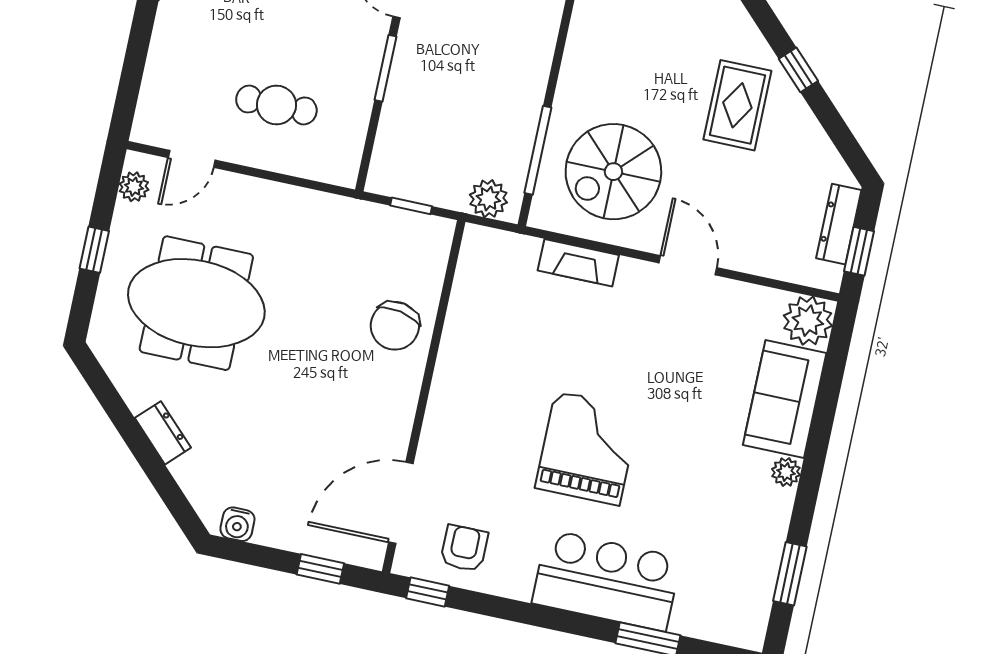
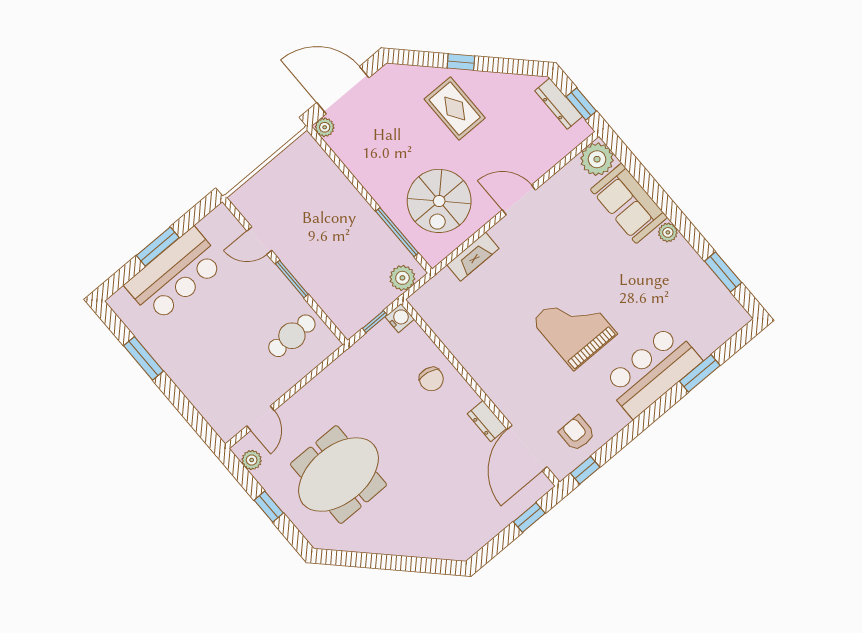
cafe table: (276, 105) -> (292, 336), moved
chair: (395, 326) -> (431, 379), width x0.73, depth x0.73
dresser: (163, 433) -> (487, 421), moved, turned -135
water cooler: (237, 524) -> (400, 318), moved, turned -90

